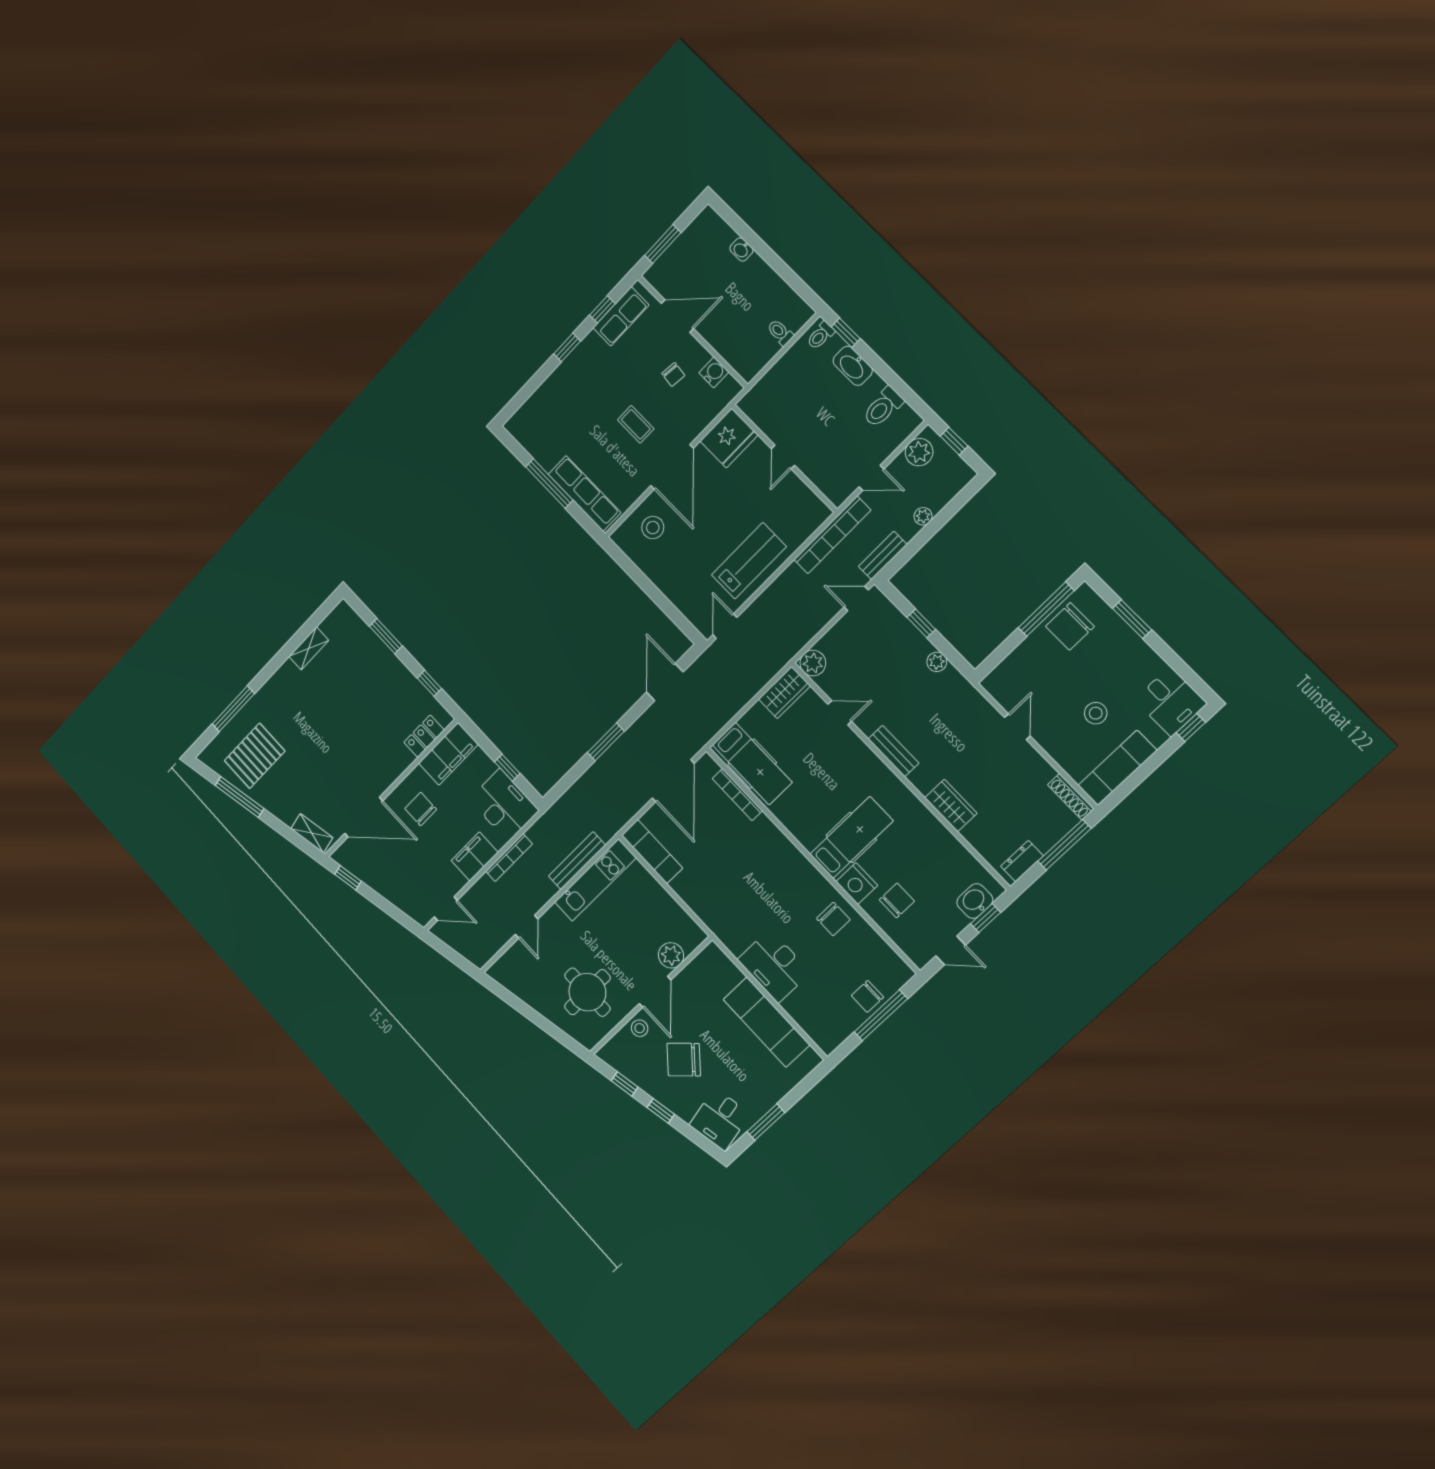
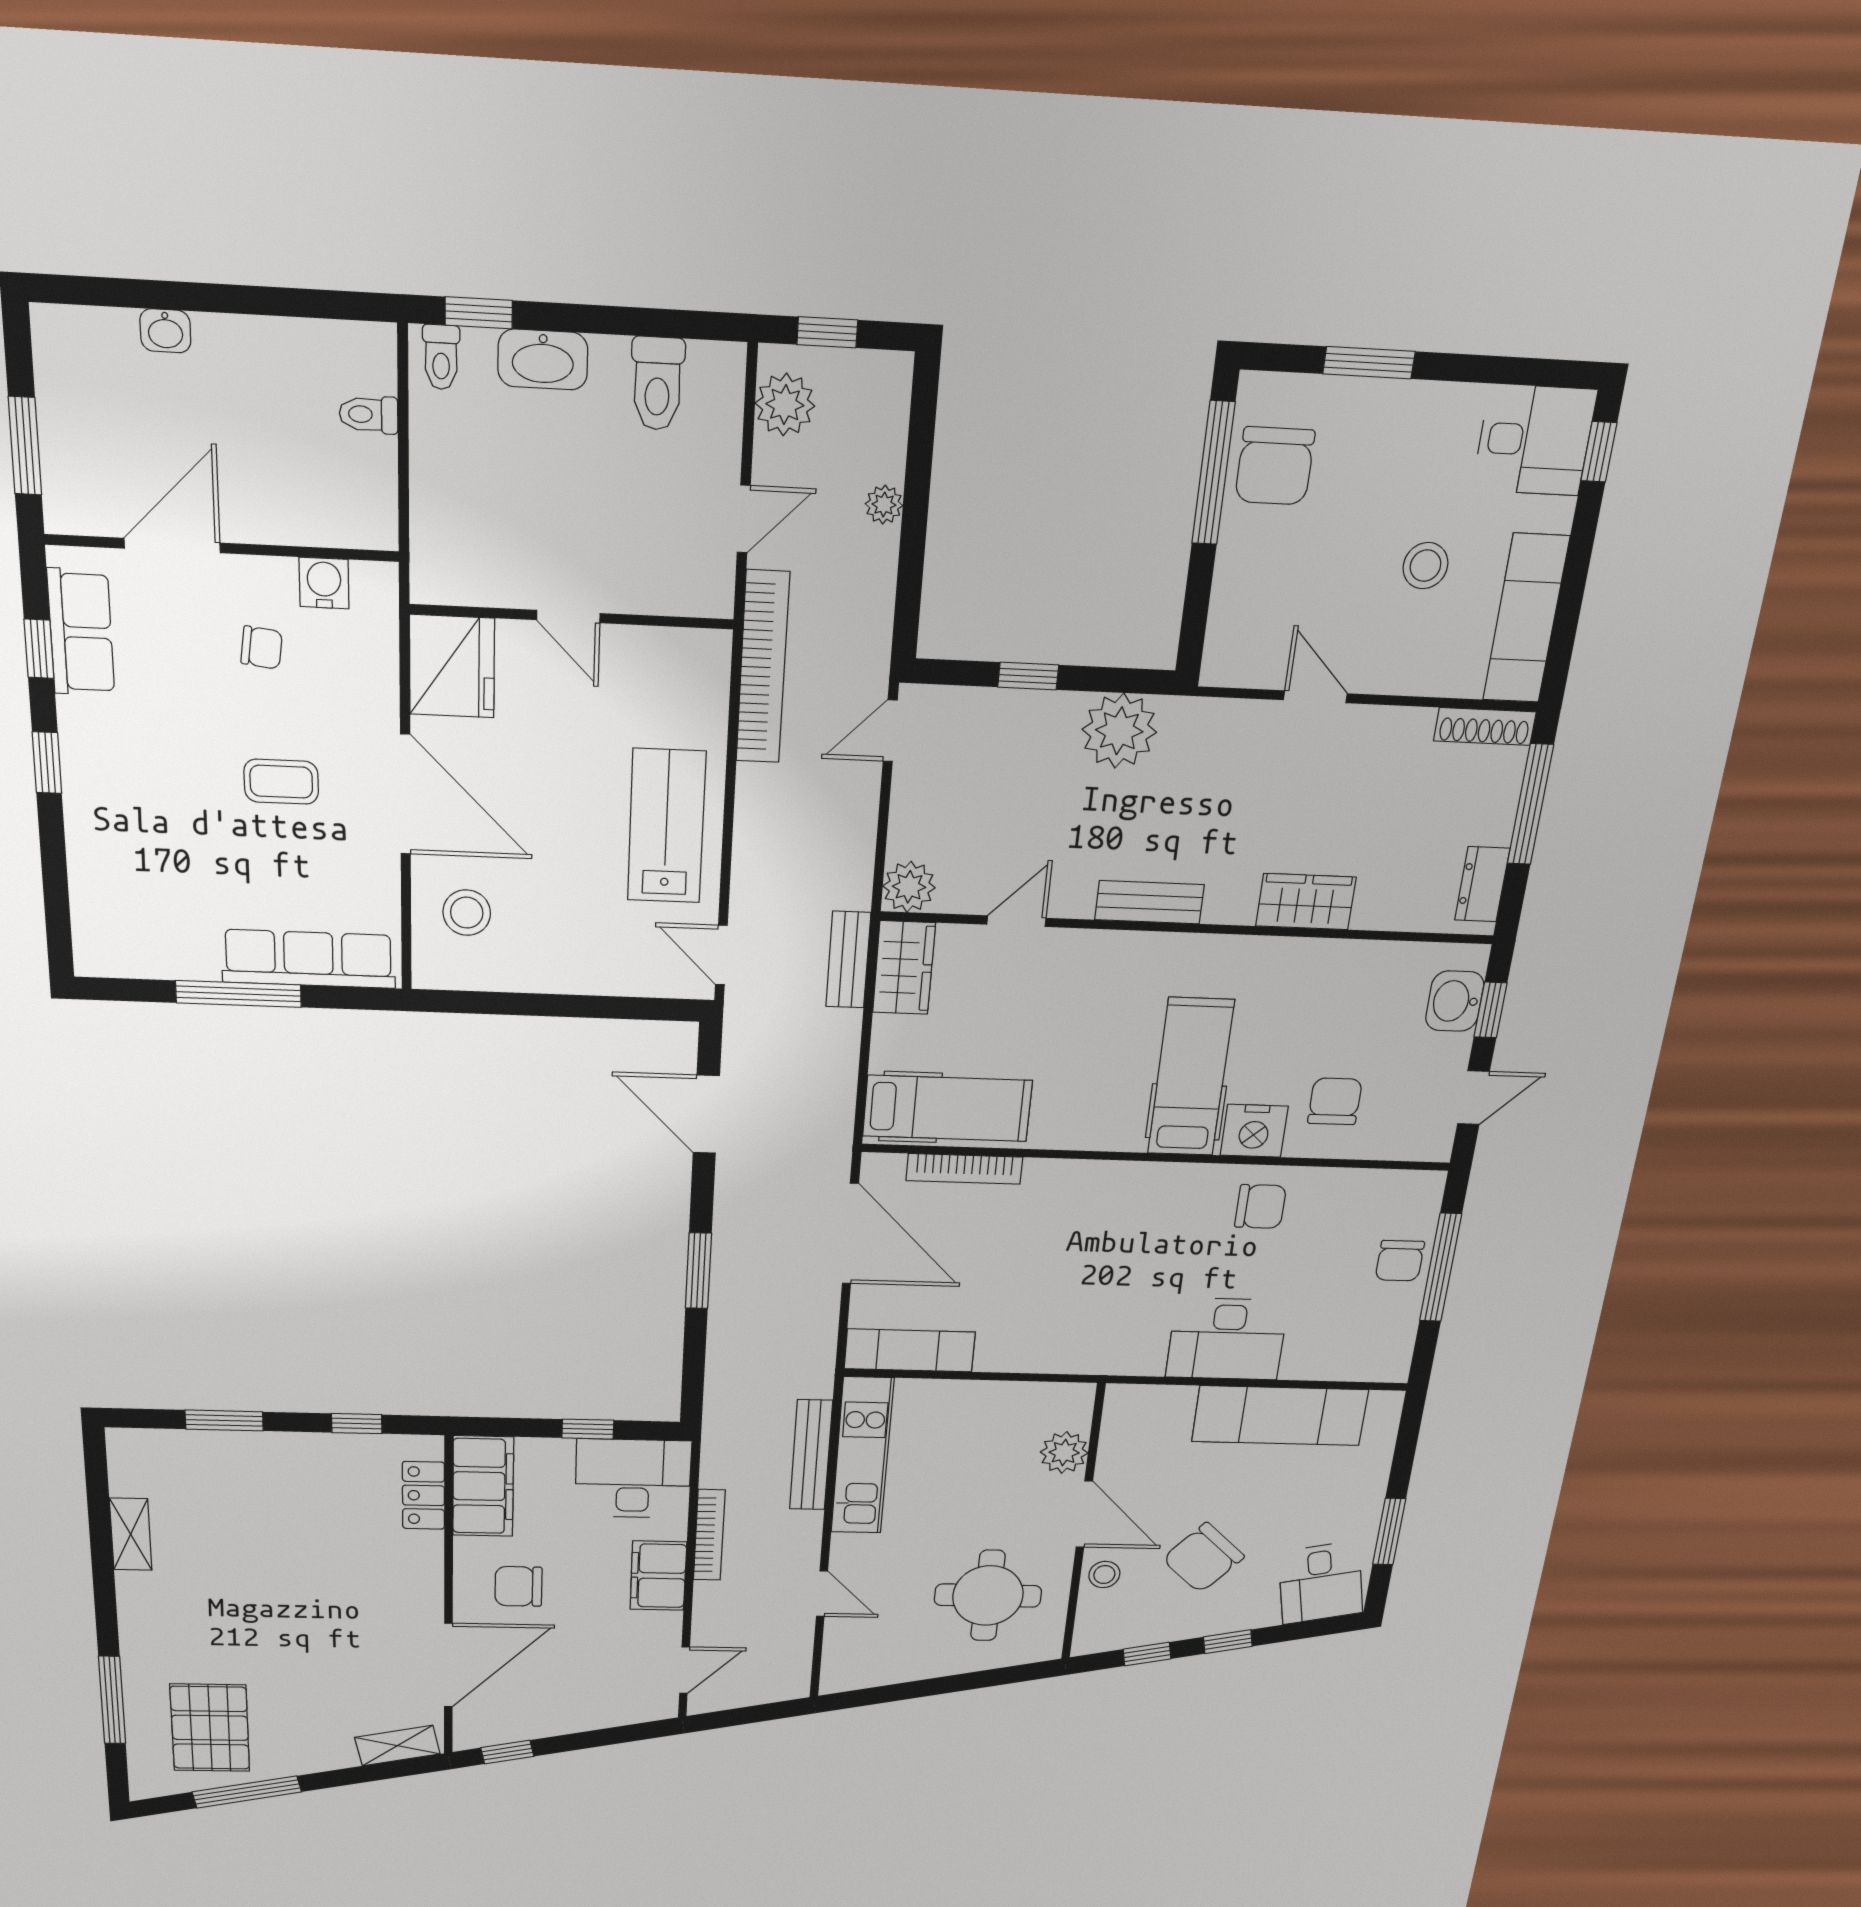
bench: (883, 555) -> (848, 960), moved
plant: (937, 662) -> (1119, 731), width x1.87, depth x1.87

